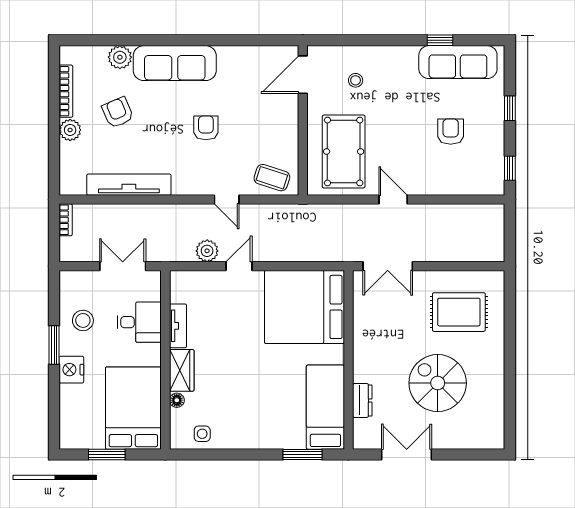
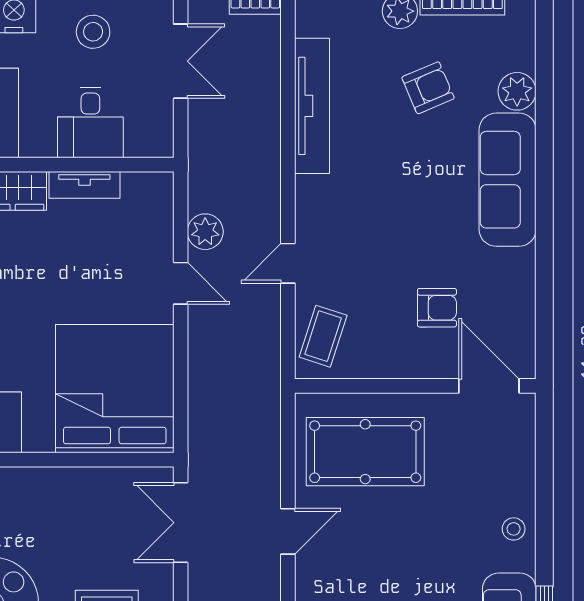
stool: (356, 80) -> (514, 529), moved
armchair: (206, 128) -> (437, 308), moved
double door: (123, 266) -> (181, 61), moved

